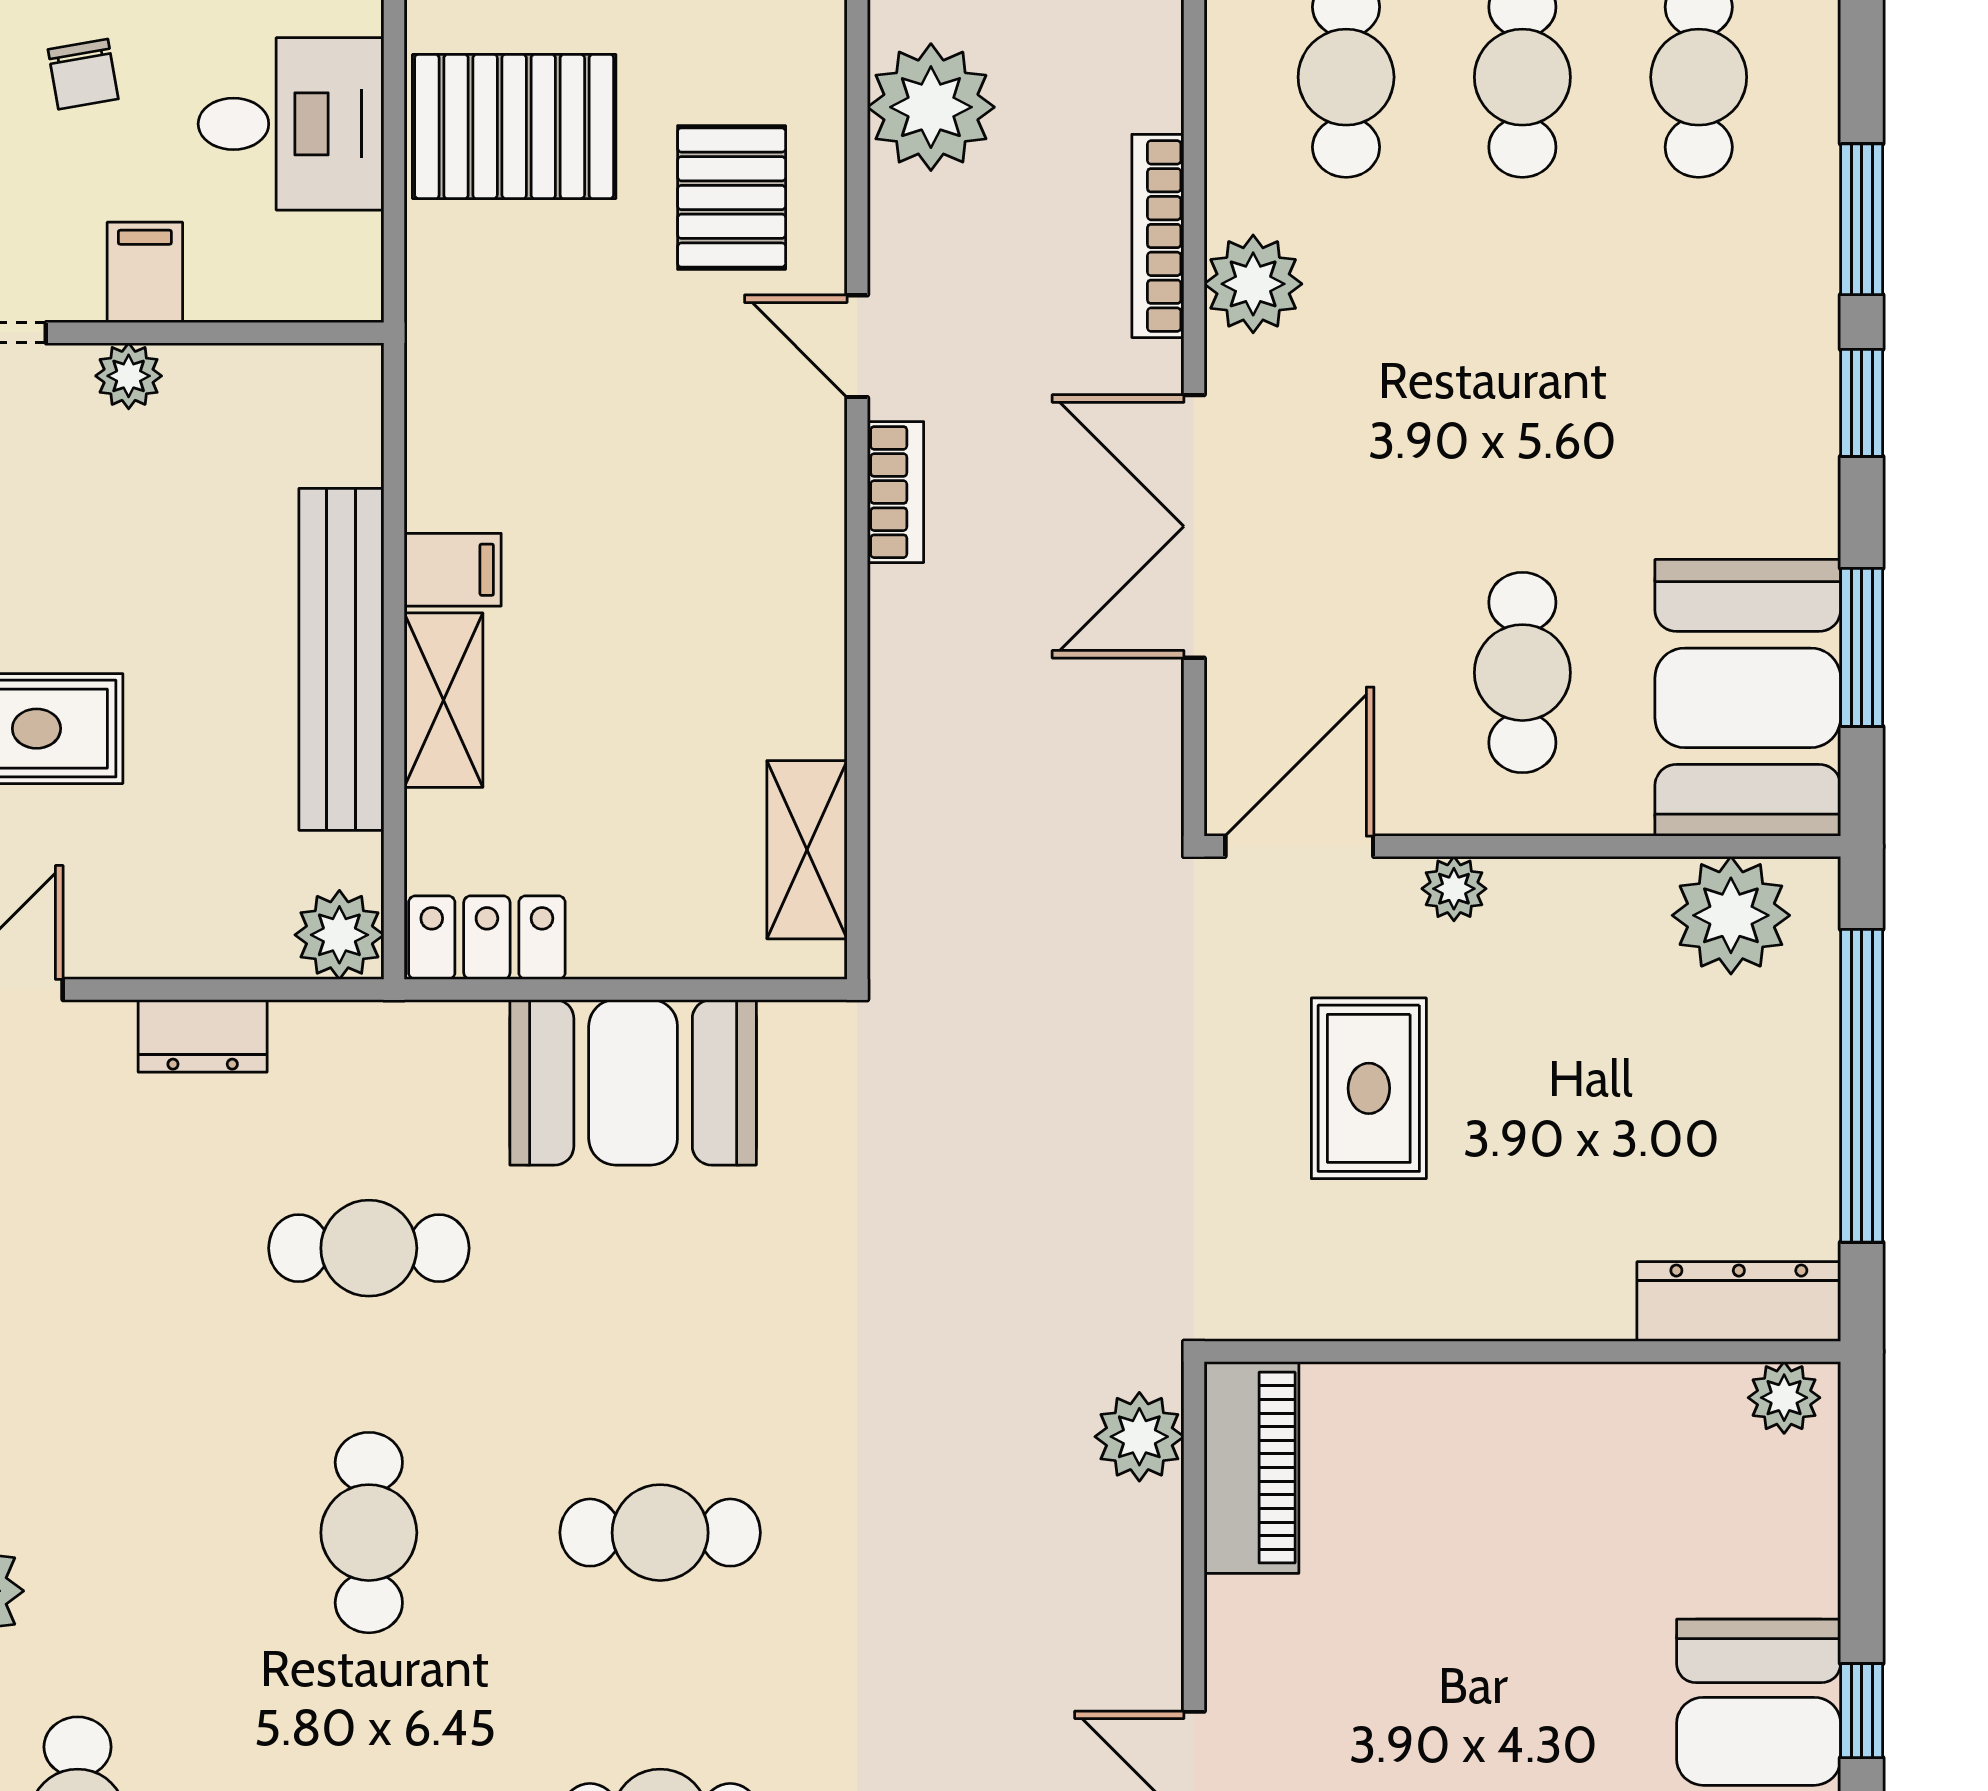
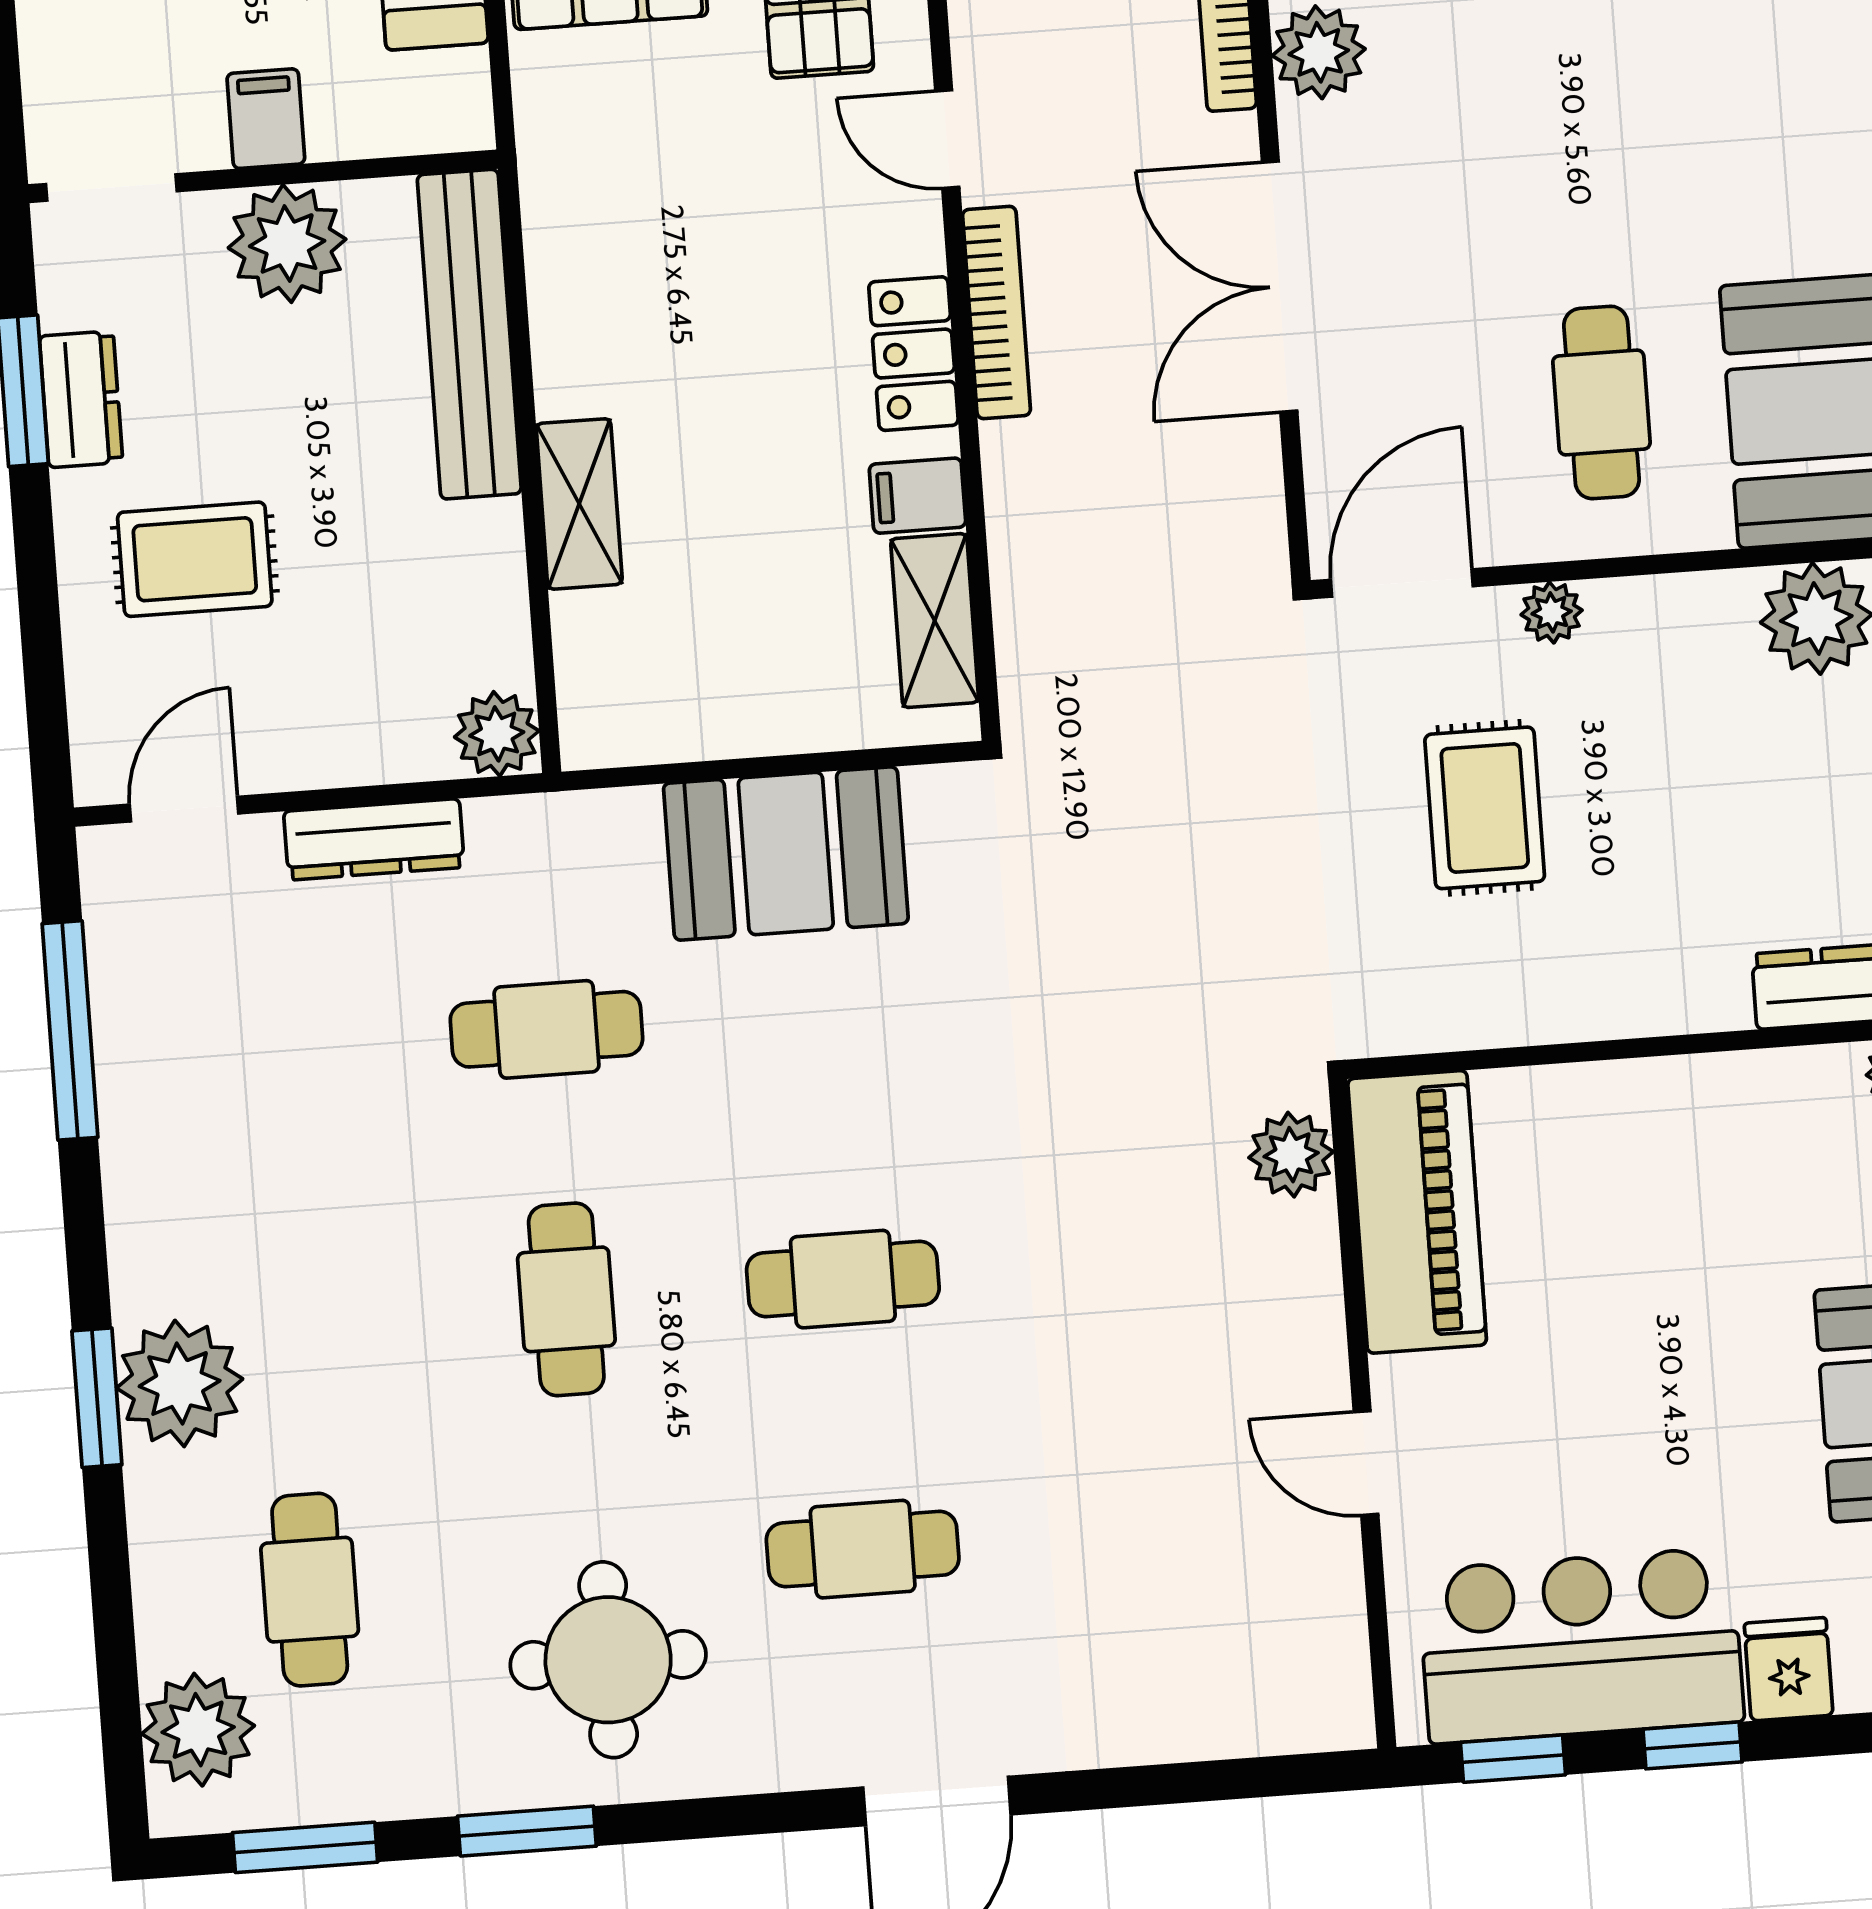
plant: (129, 376) -> (287, 244), width x1.88, depth x1.88
bookcase: (895, 492) -> (997, 312), width x1.56
filing cabinet: (453, 570) -> (917, 496), moved, turned 180
bench: (341, 659) -> (469, 334), moved
locker: (487, 938) -> (913, 354), moved, turned -90
dresser: (203, 1036) -> (374, 839), width x1.44
piano: (1251, 1468) -> (1417, 1212), width x1.37, depth x1.33

